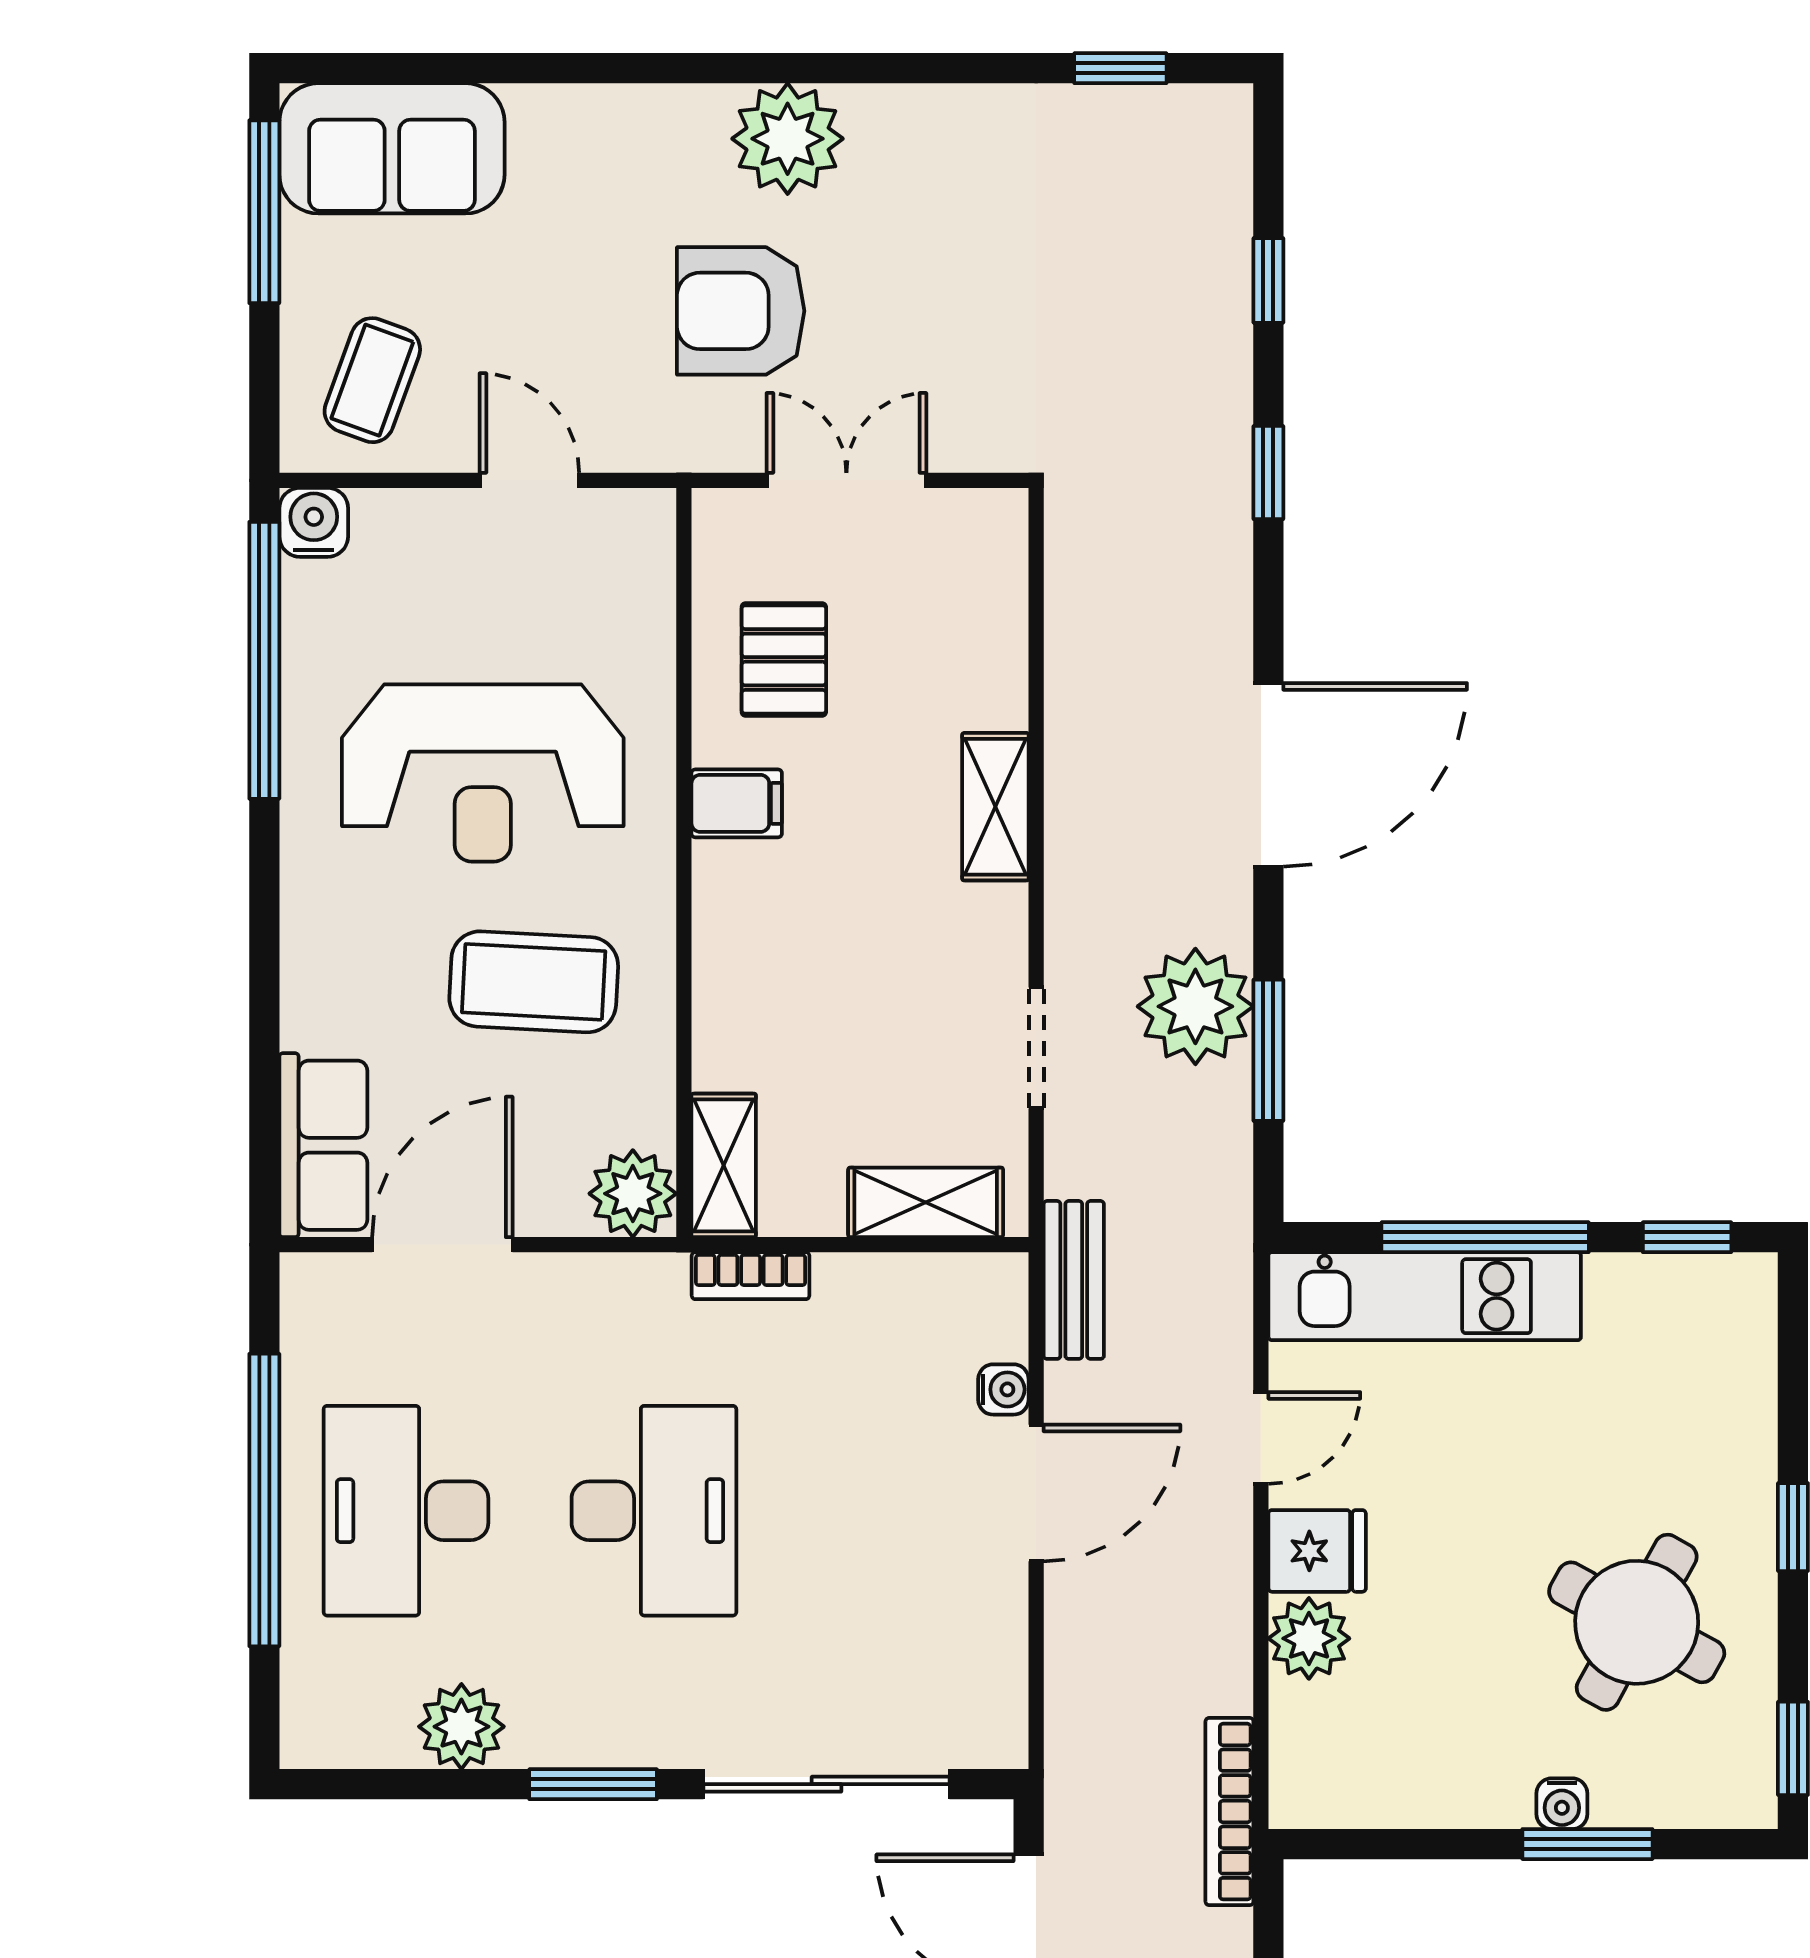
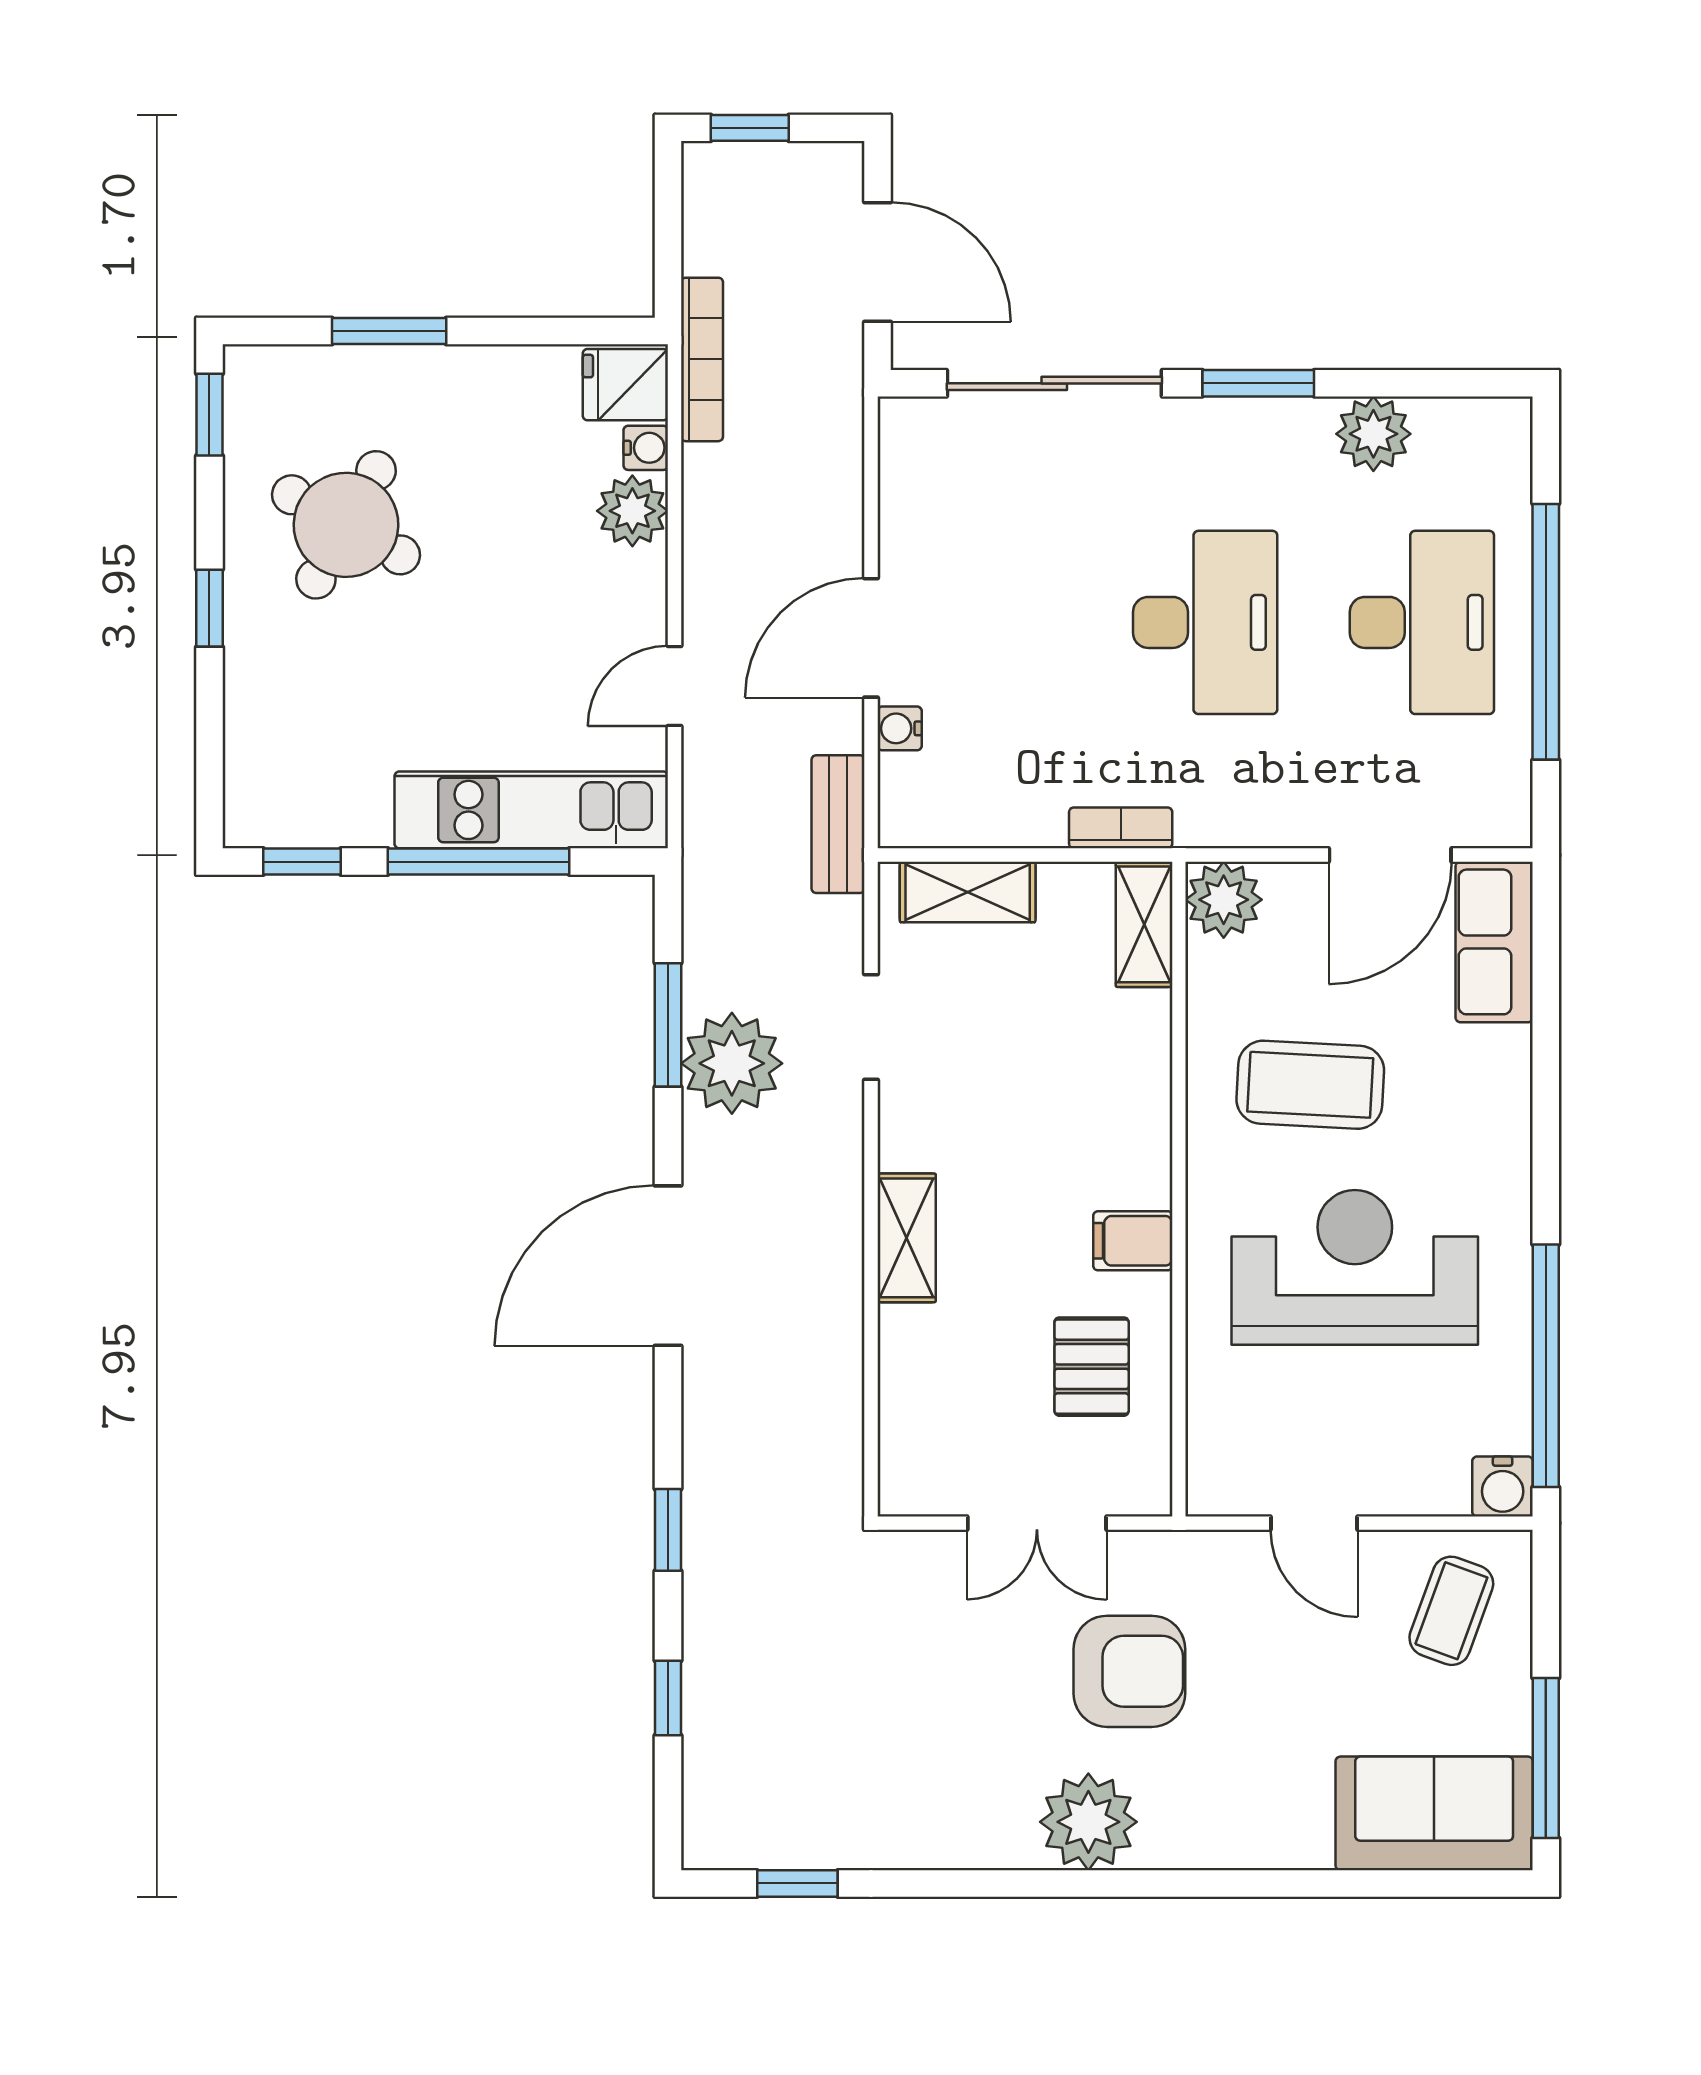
desk: (654, 1511) -> (1205, 622), turned 180
fridge: (1317, 1551) -> (625, 385), moved
water cooler: (1562, 1804) -> (646, 448), moved, turned 90

